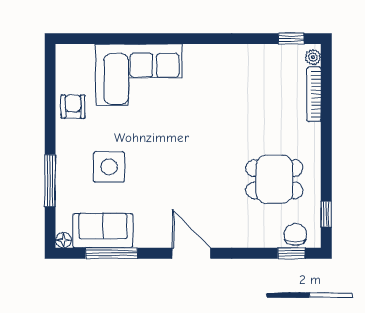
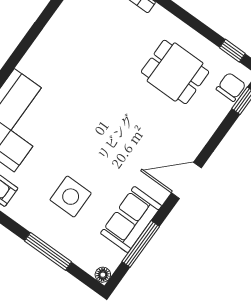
dining table: (274, 179) -> (175, 72), turned 90
sofa: (103, 231) -> (131, 220), moved
chair: (295, 234) -> (231, 87), turned 90

